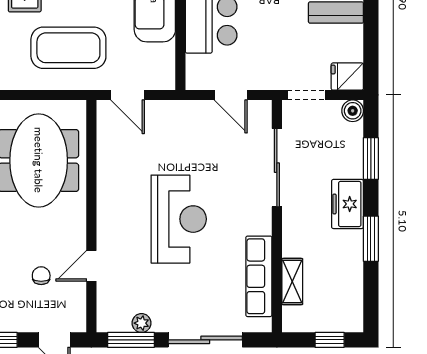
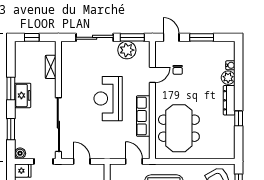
sliding door: (277, 168) -> (58, 125), width x1.36
freezer: (348, 204) -> (23, 95), moved
row of seats: (259, 276) -> (143, 116), moved, turned 180
plant: (141, 323) -> (127, 50), width x1.88, depth x1.88

